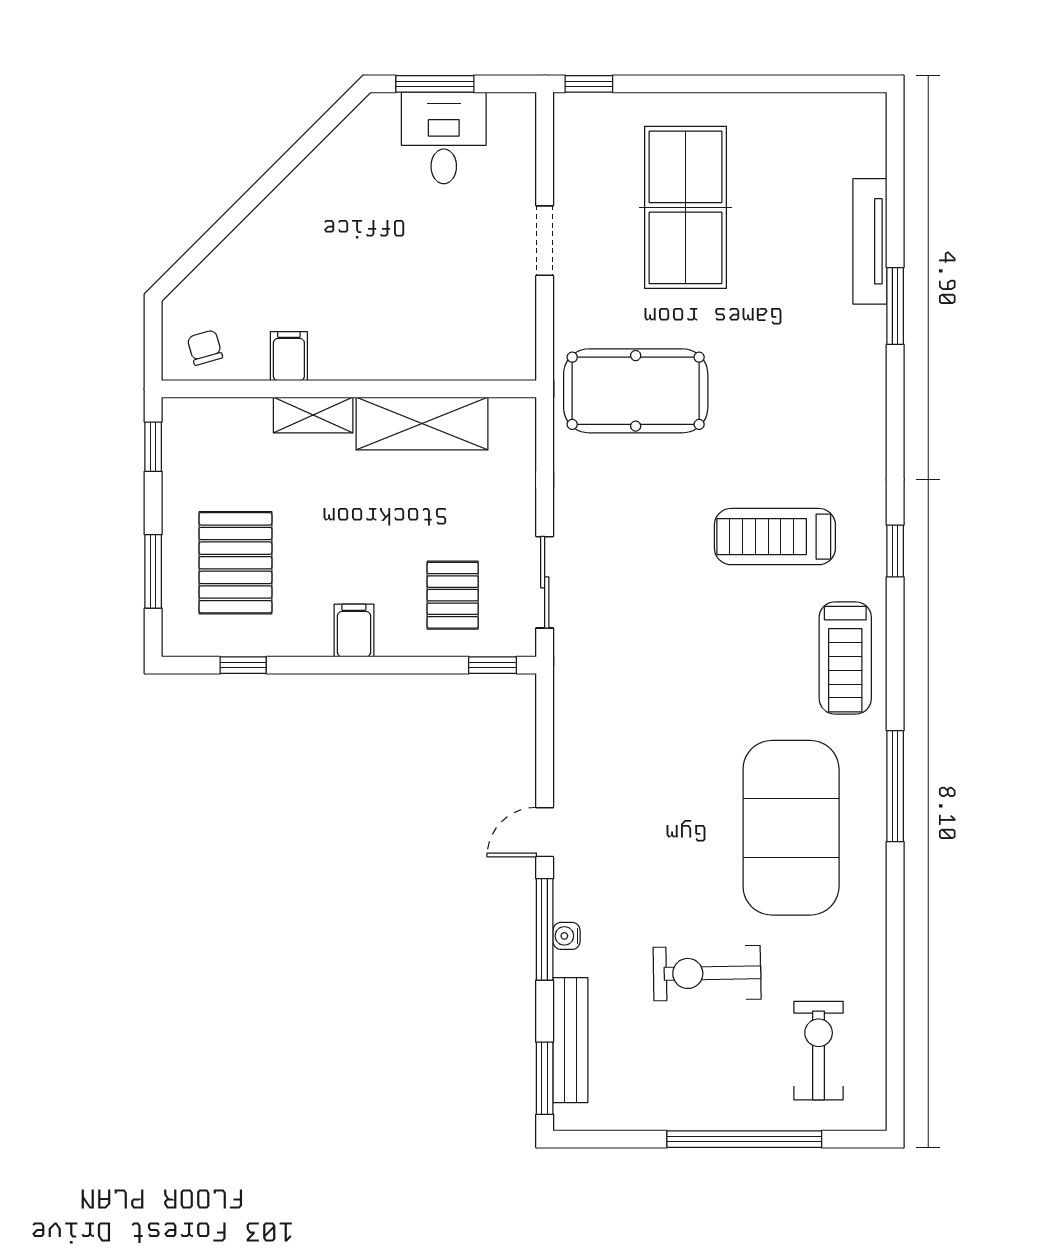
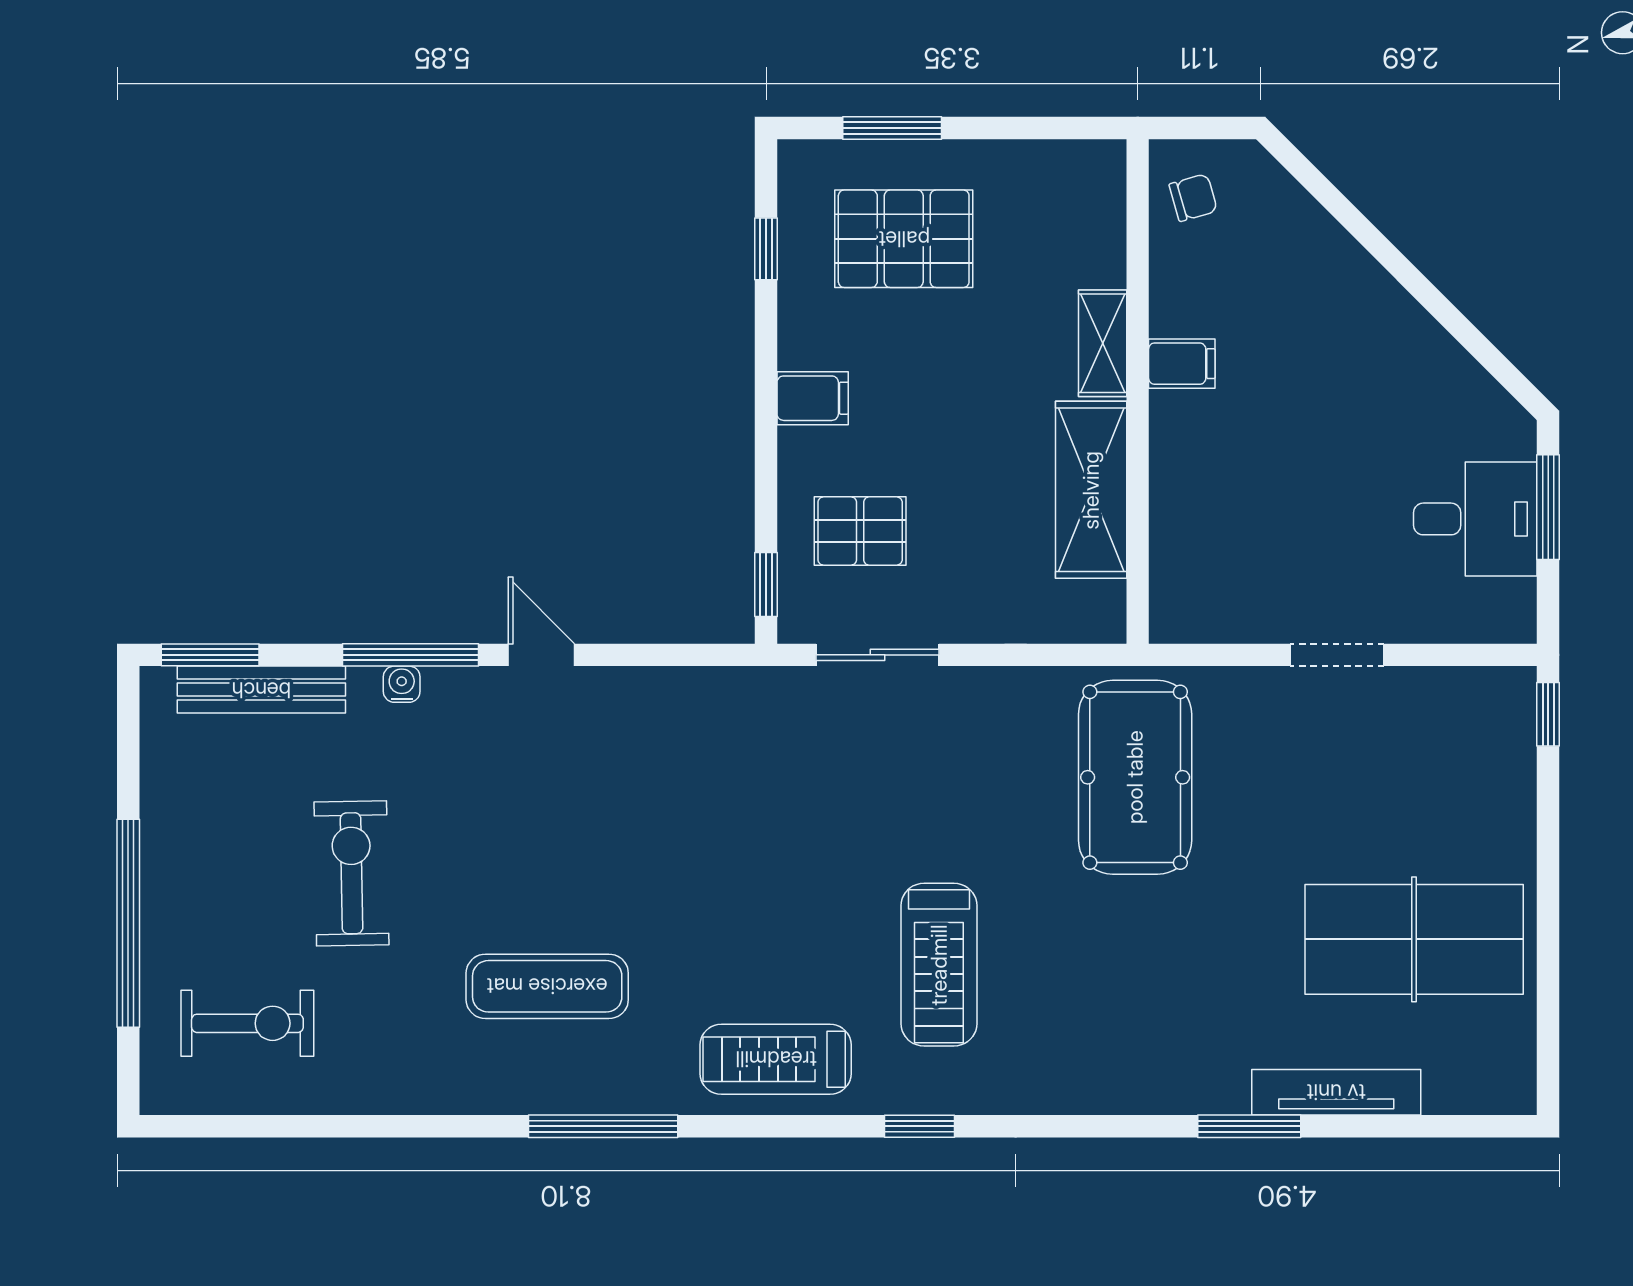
table tennis table: (686, 207) -> (1414, 939), moved
filing cabinet: (289, 356) -> (1182, 364), moved
window: (153, 447) -> (1060, 128), removed
treadmill: (775, 537) -> (939, 965), turned 180
exercise mat: (791, 828) -> (547, 986), width x0.50, depth x0.69

